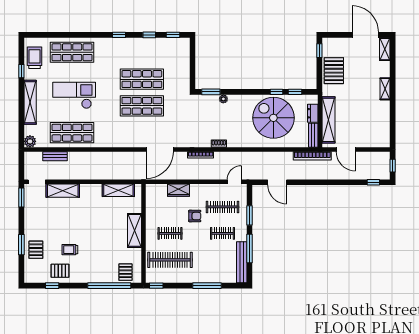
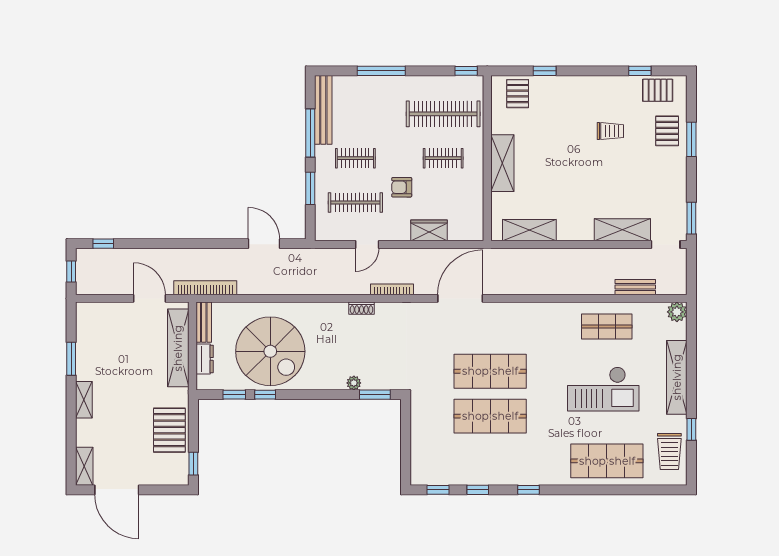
window: (393, 113) -> (71, 359), added
shop shelf: (72, 133) -> (607, 327), width x0.70, depth x0.74
door: (234, 182) -> (367, 244), moved
pallet: (60, 271) -> (658, 90), moved
window: (109, 286) -> (545, 71), width x0.32

